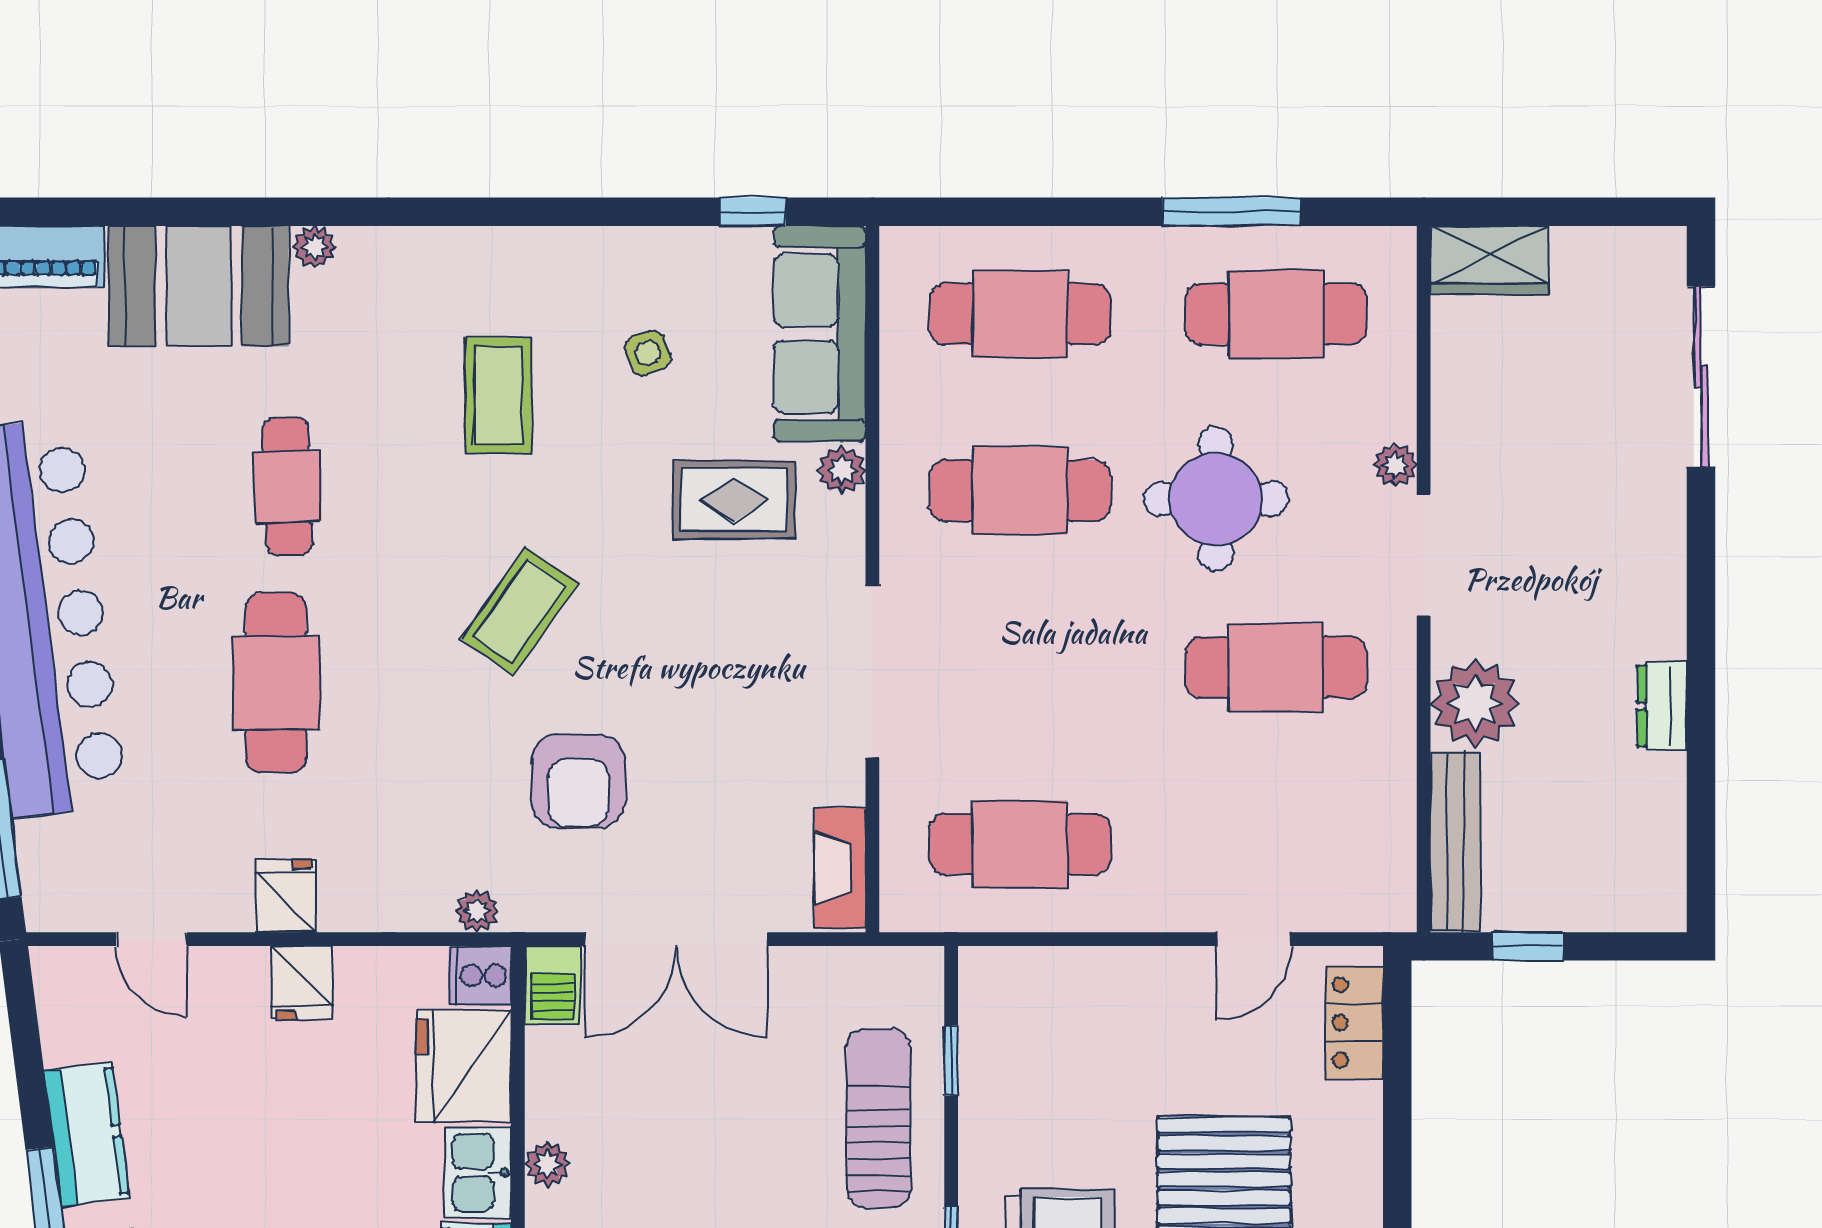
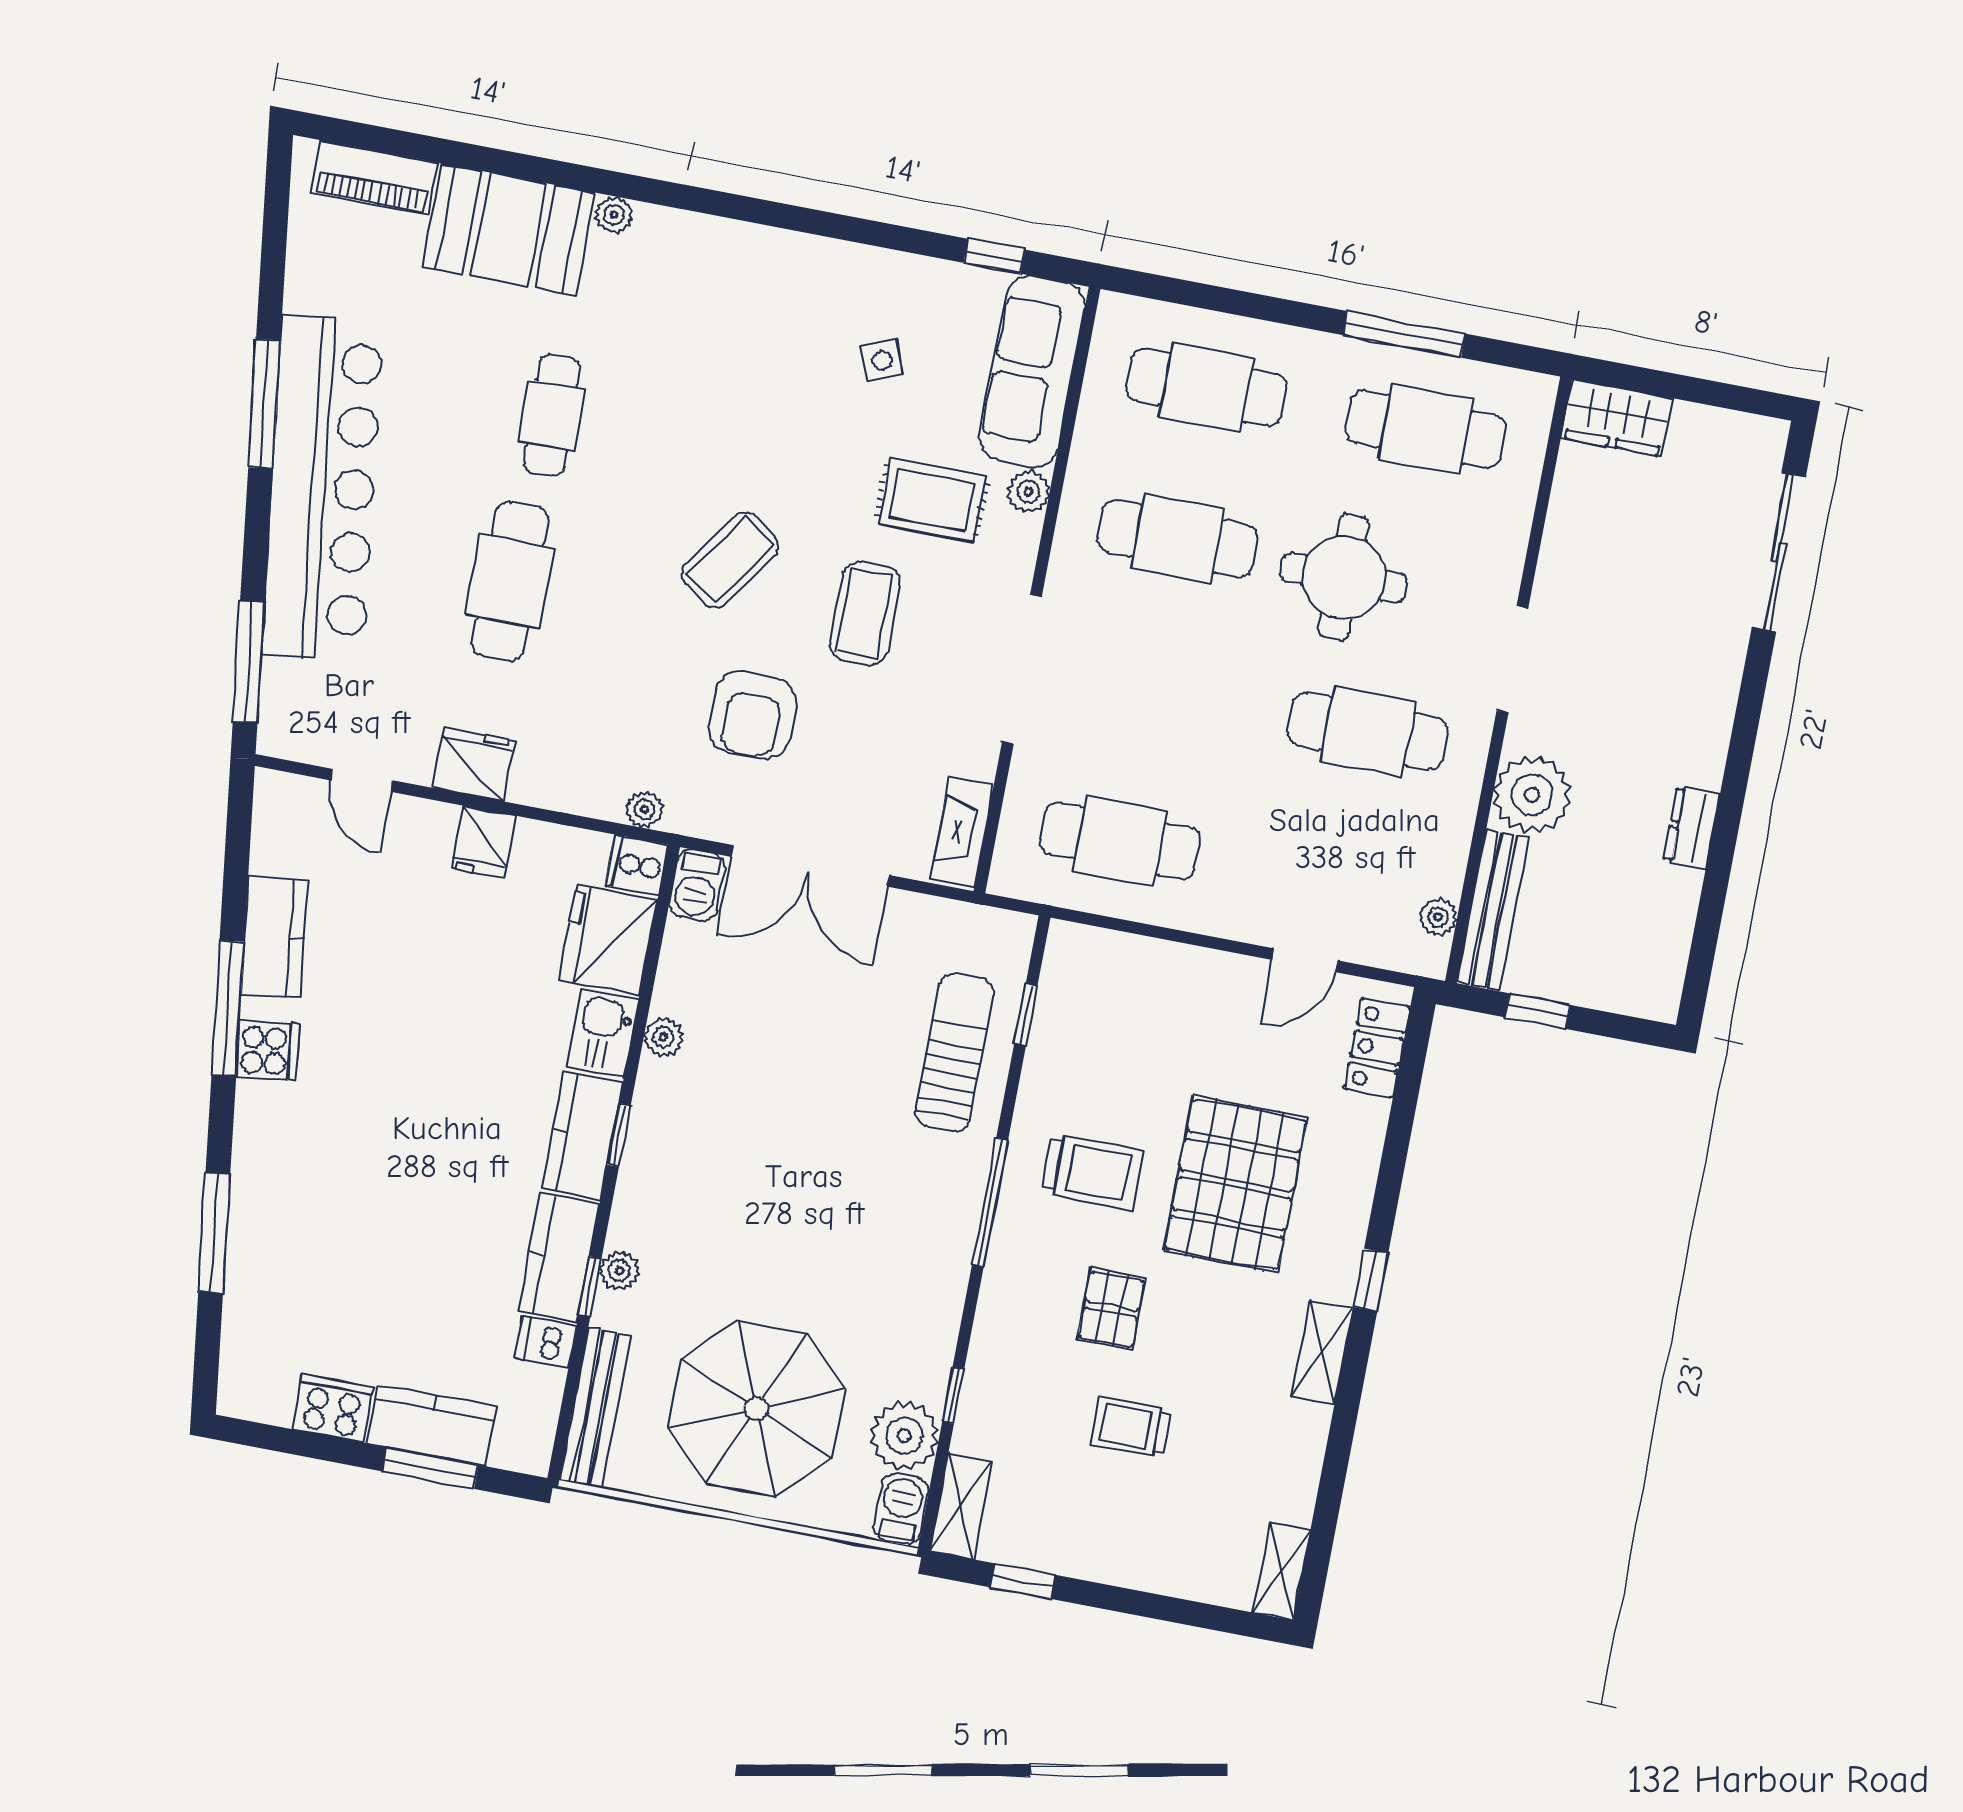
coffee table: (498, 395) -> (865, 614), moved
plant: (1395, 465) -> (1438, 917), moved
fridge: (286, 896) -> (473, 764), width x1.38

